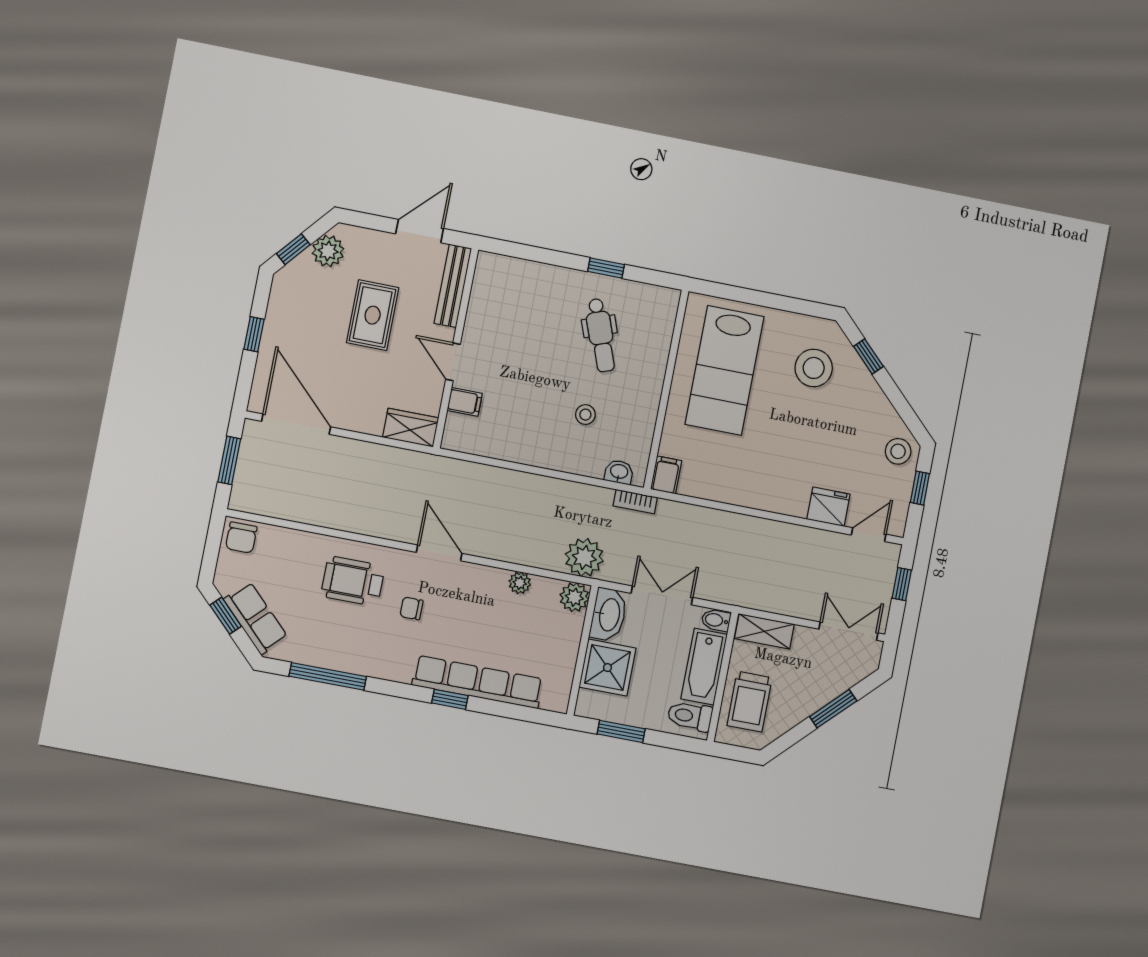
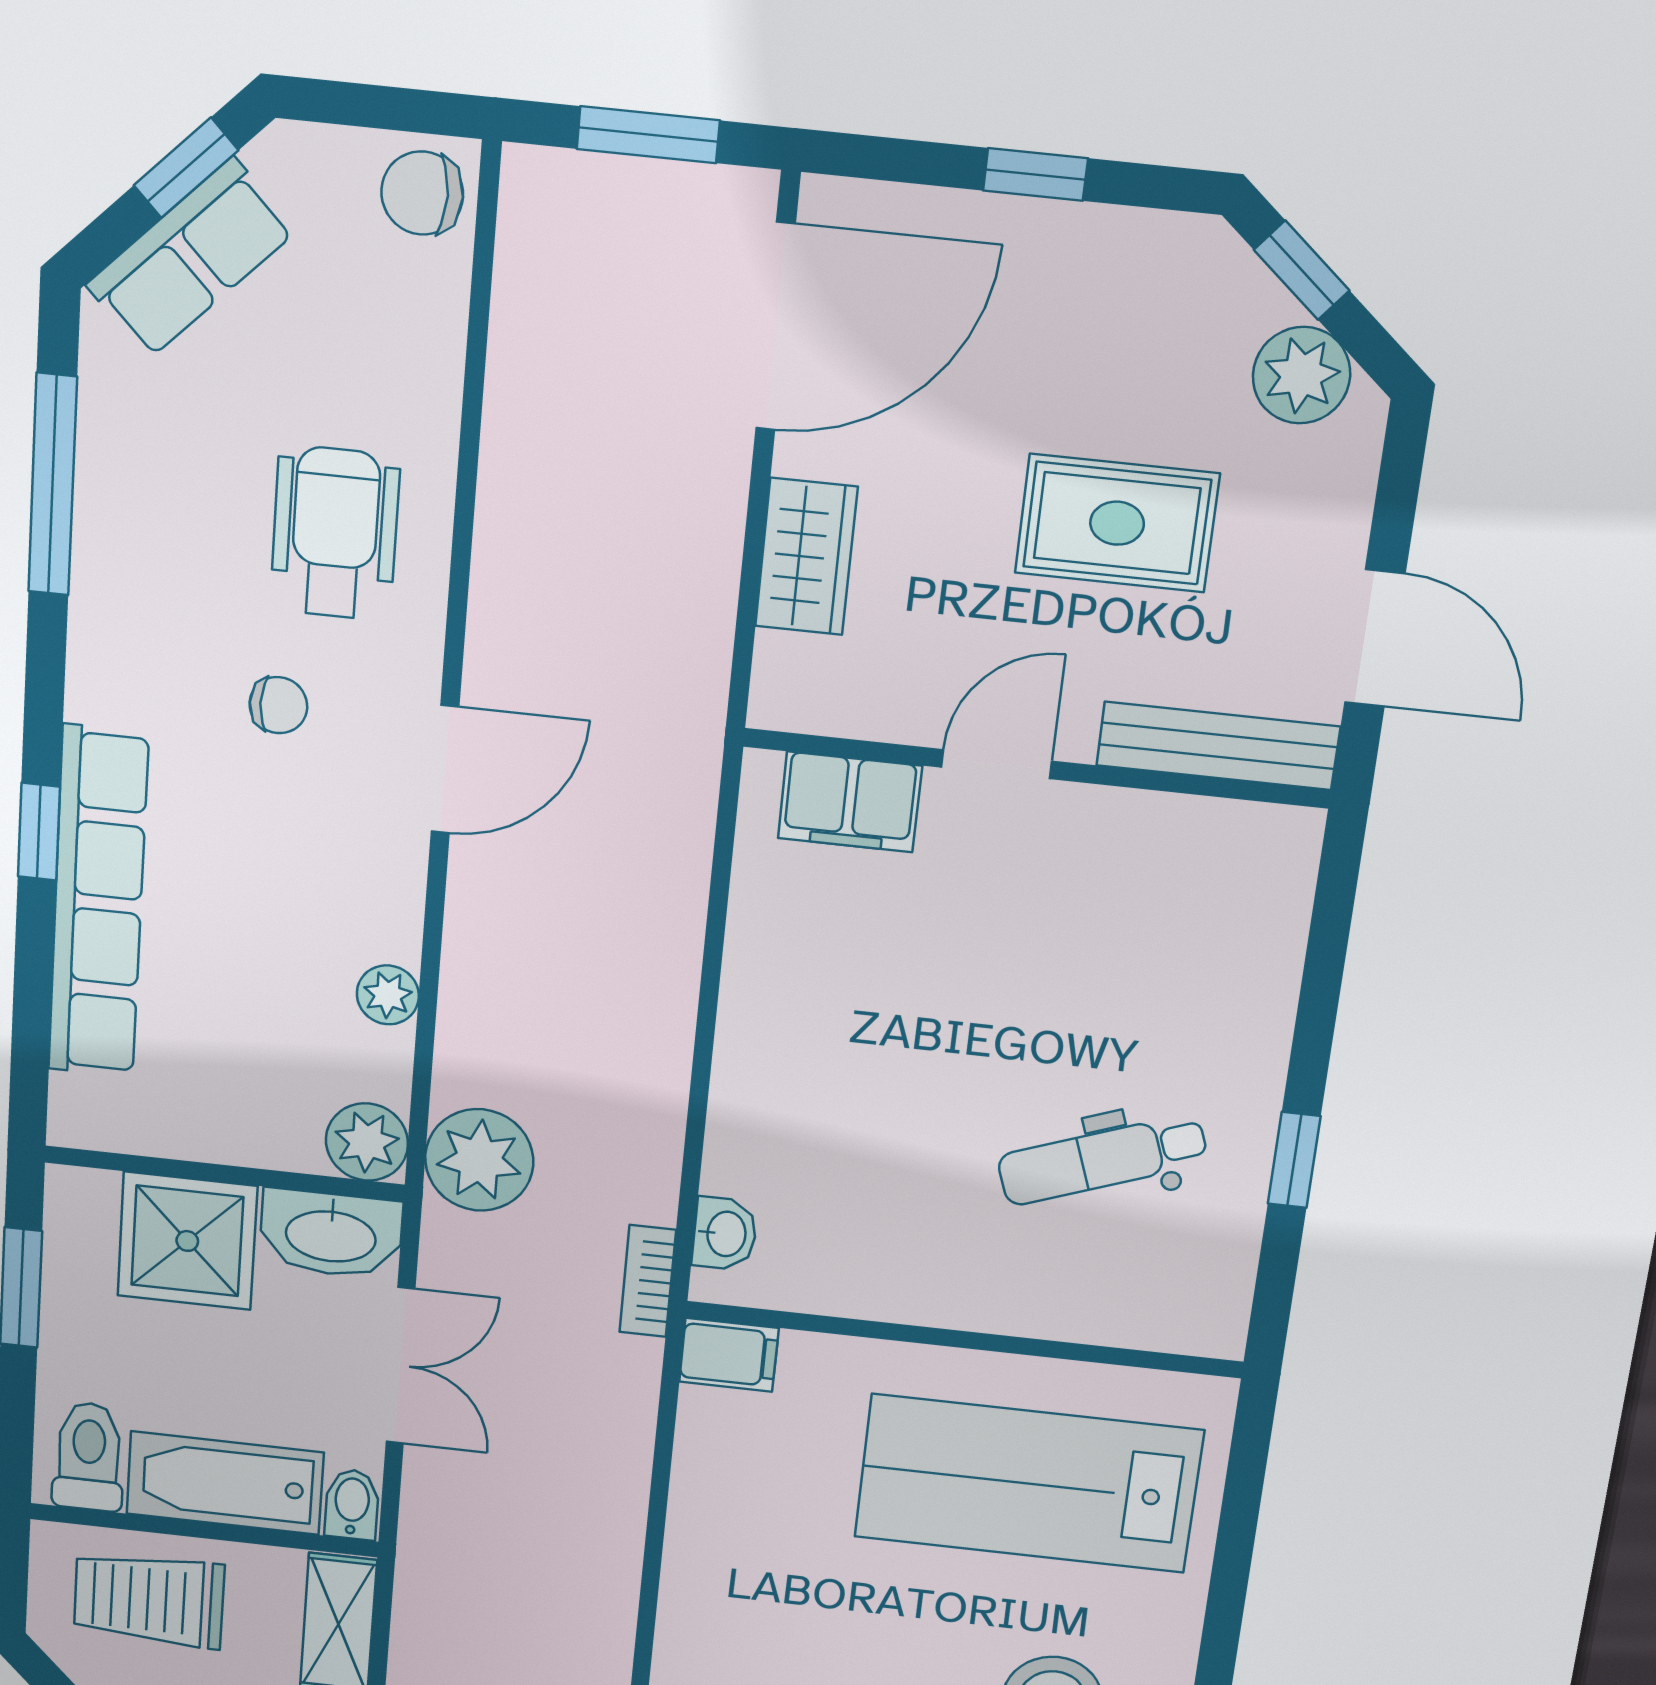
filing cabinet: (465, 402) -> (850, 802), width x2.00
stool: (585, 415) -> (876, 1135), removed
wardrobe: (411, 428) -> (806, 557), moved
chair: (411, 608) -> (278, 705), turned 90

